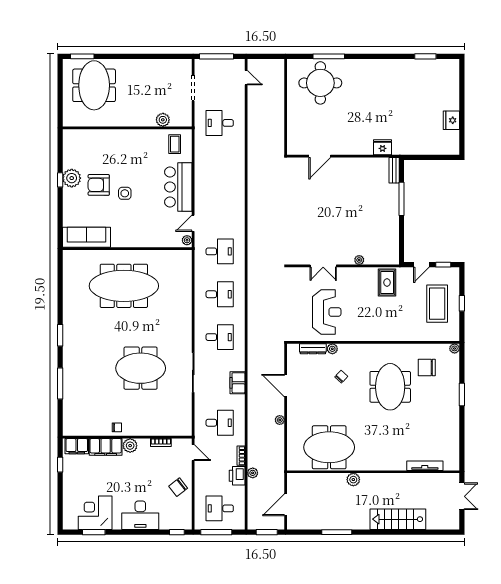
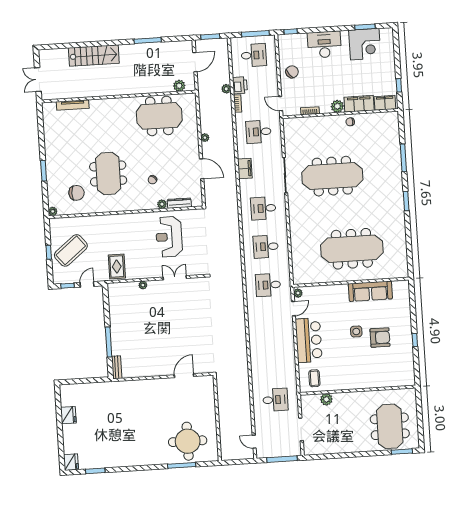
fridge: (383, 147) -> (71, 462), moved, turned -90
plant: (72, 178) -> (405, 342), removed
sofa: (87, 237) -> (370, 291), moved
coffee table: (437, 304) -> (71, 250), turned 51
meeting table: (141, 368) -> (332, 176), width x1.36
plant: (353, 480) -> (179, 86), moved

